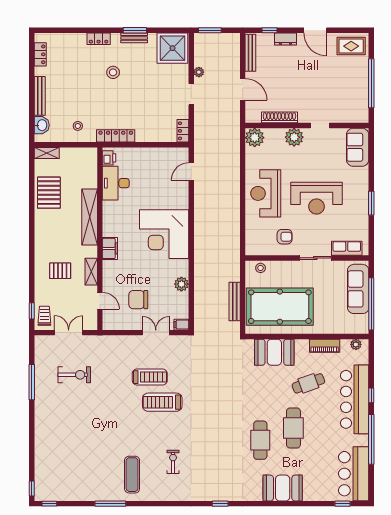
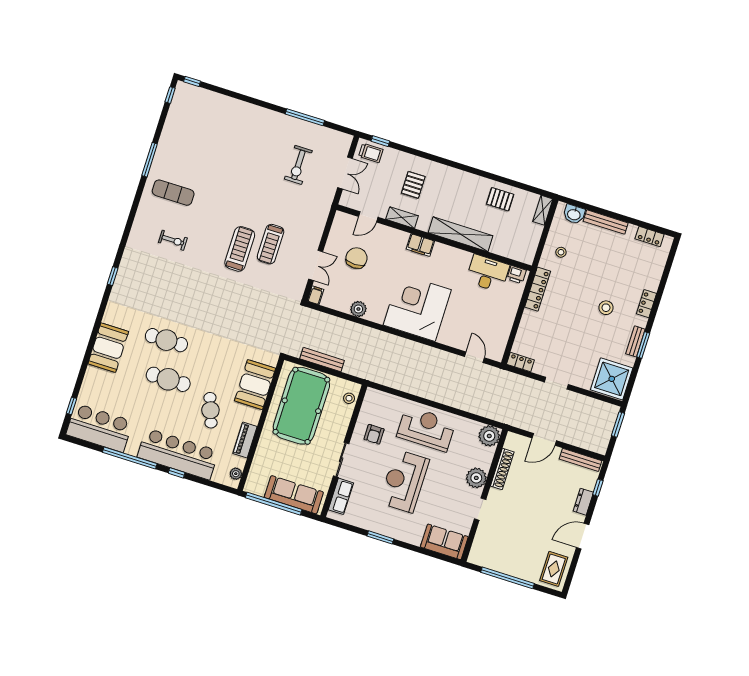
plant: (199, 72) -> (577, 399), removed
pallet: (49, 193) -> (500, 199), width x0.67, depth x0.71

